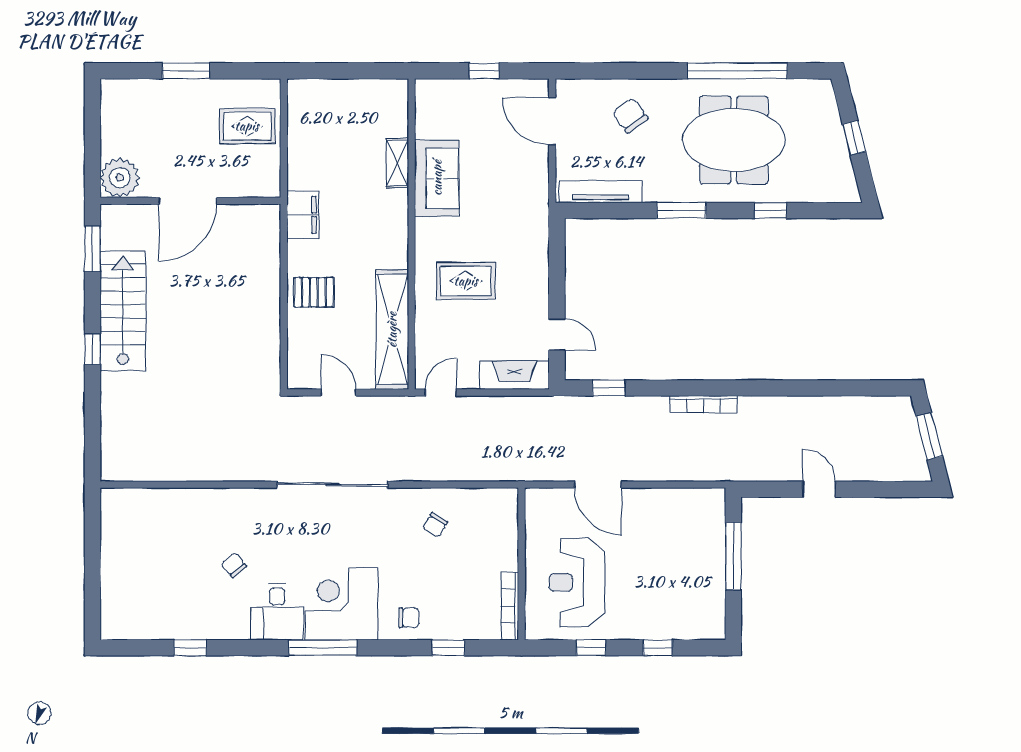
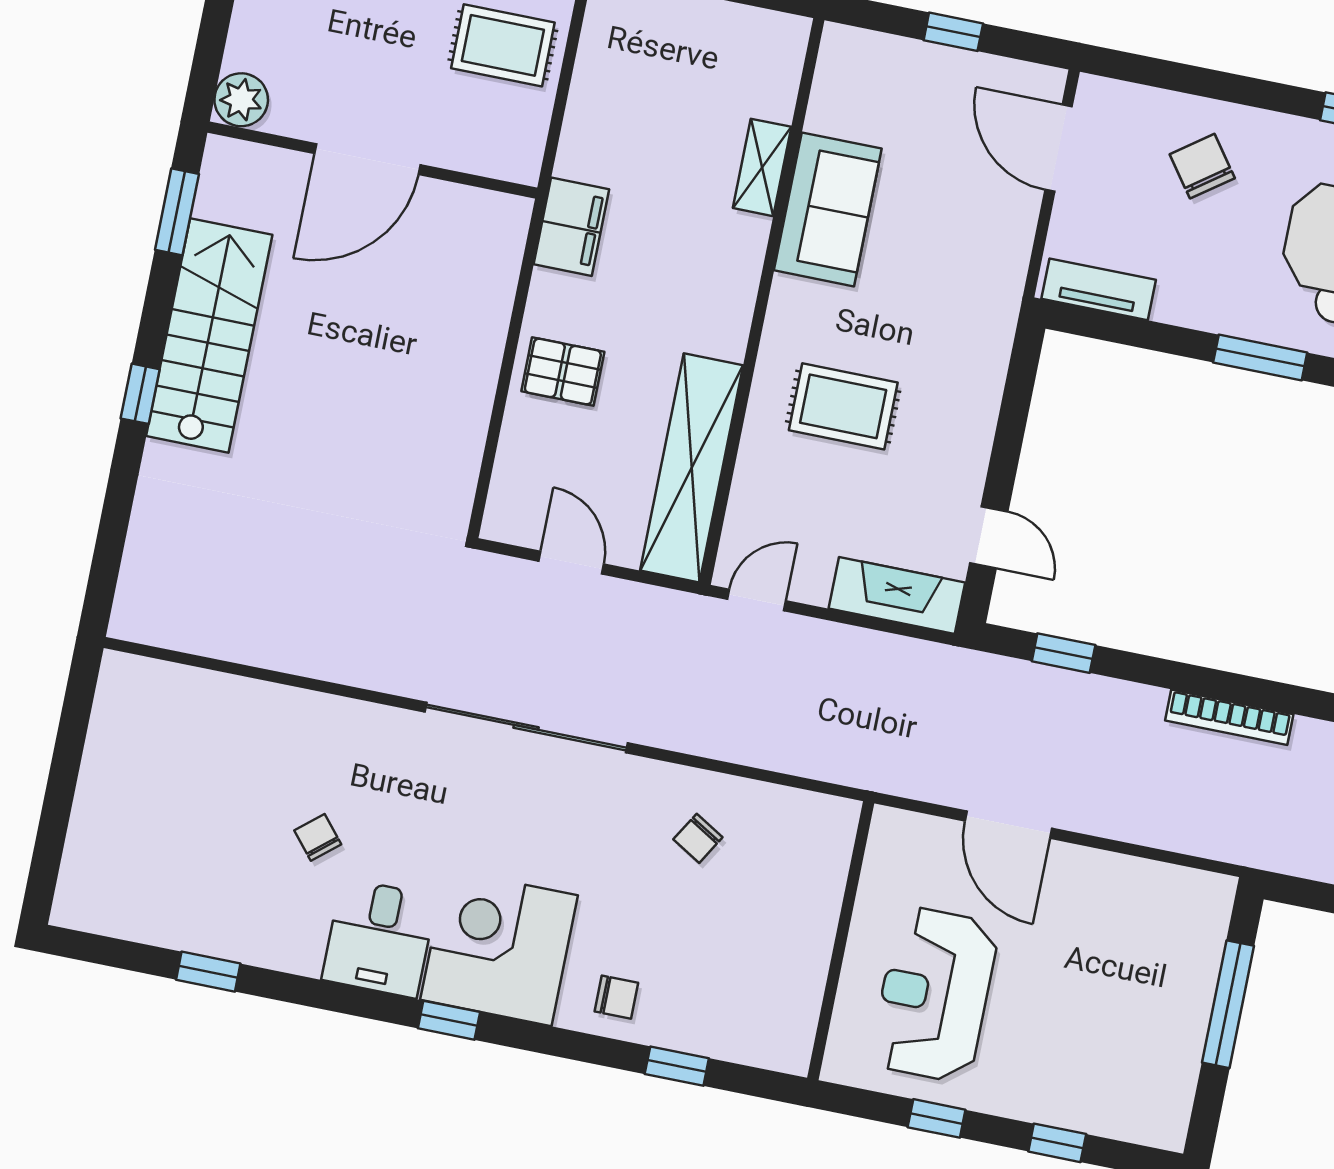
plant: (120, 178) -> (241, 100), width x0.73, depth x0.73
tv unit: (601, 192) -> (1099, 289), width x0.71
bookcase: (510, 606) -> (804, 1013), removed
window: (323, 648) -> (449, 1020), width x0.46

